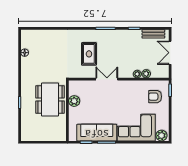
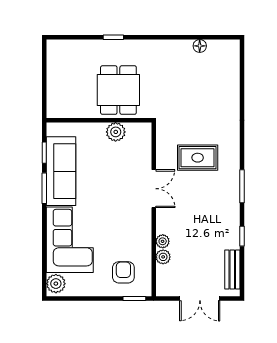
double door: (170, 53) -> (200, 299), swing flipped
dining table: (50, 99) -> (118, 90), width x0.73

